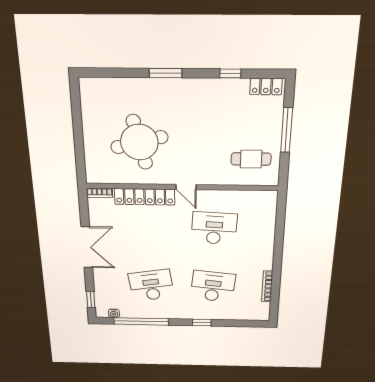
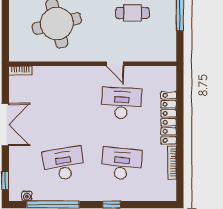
cafe table: (251, 159) -> (133, 13), moved
door: (186, 187) -> (115, 64), moved
locker: (145, 197) -> (169, 118), moved, turned 90

